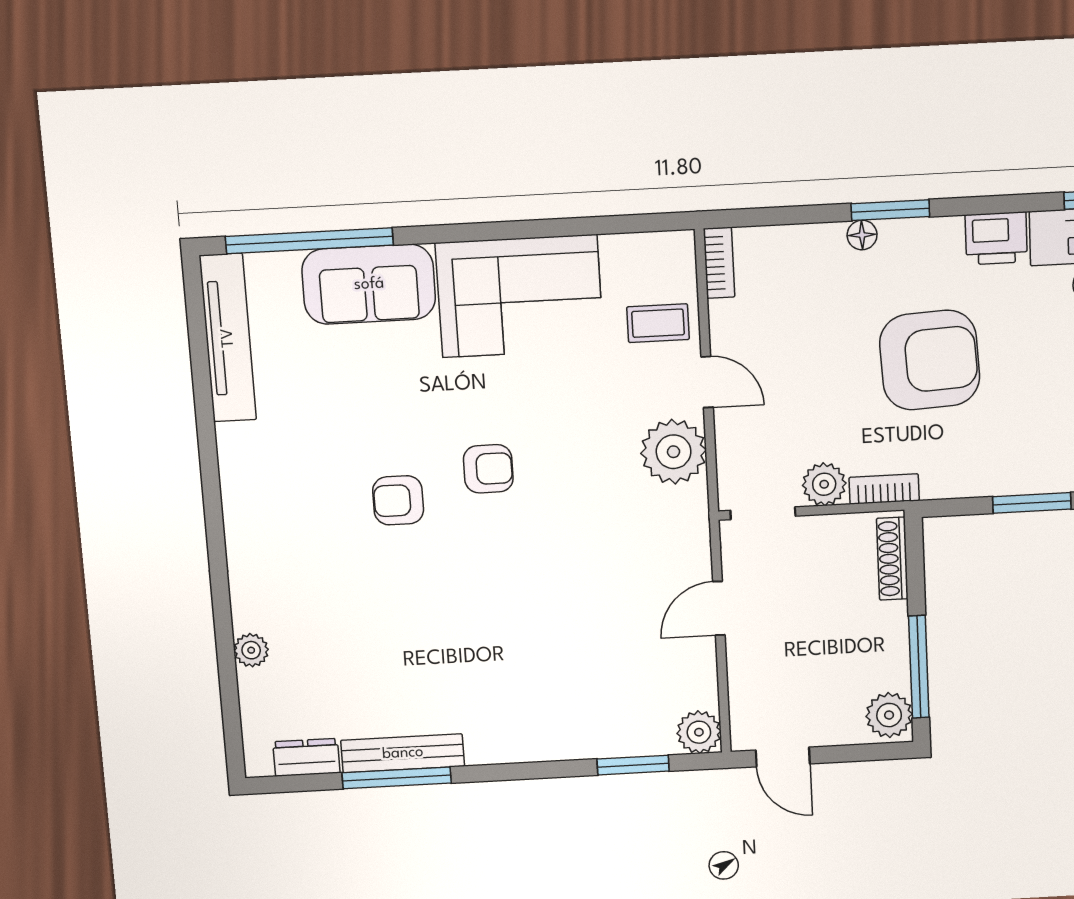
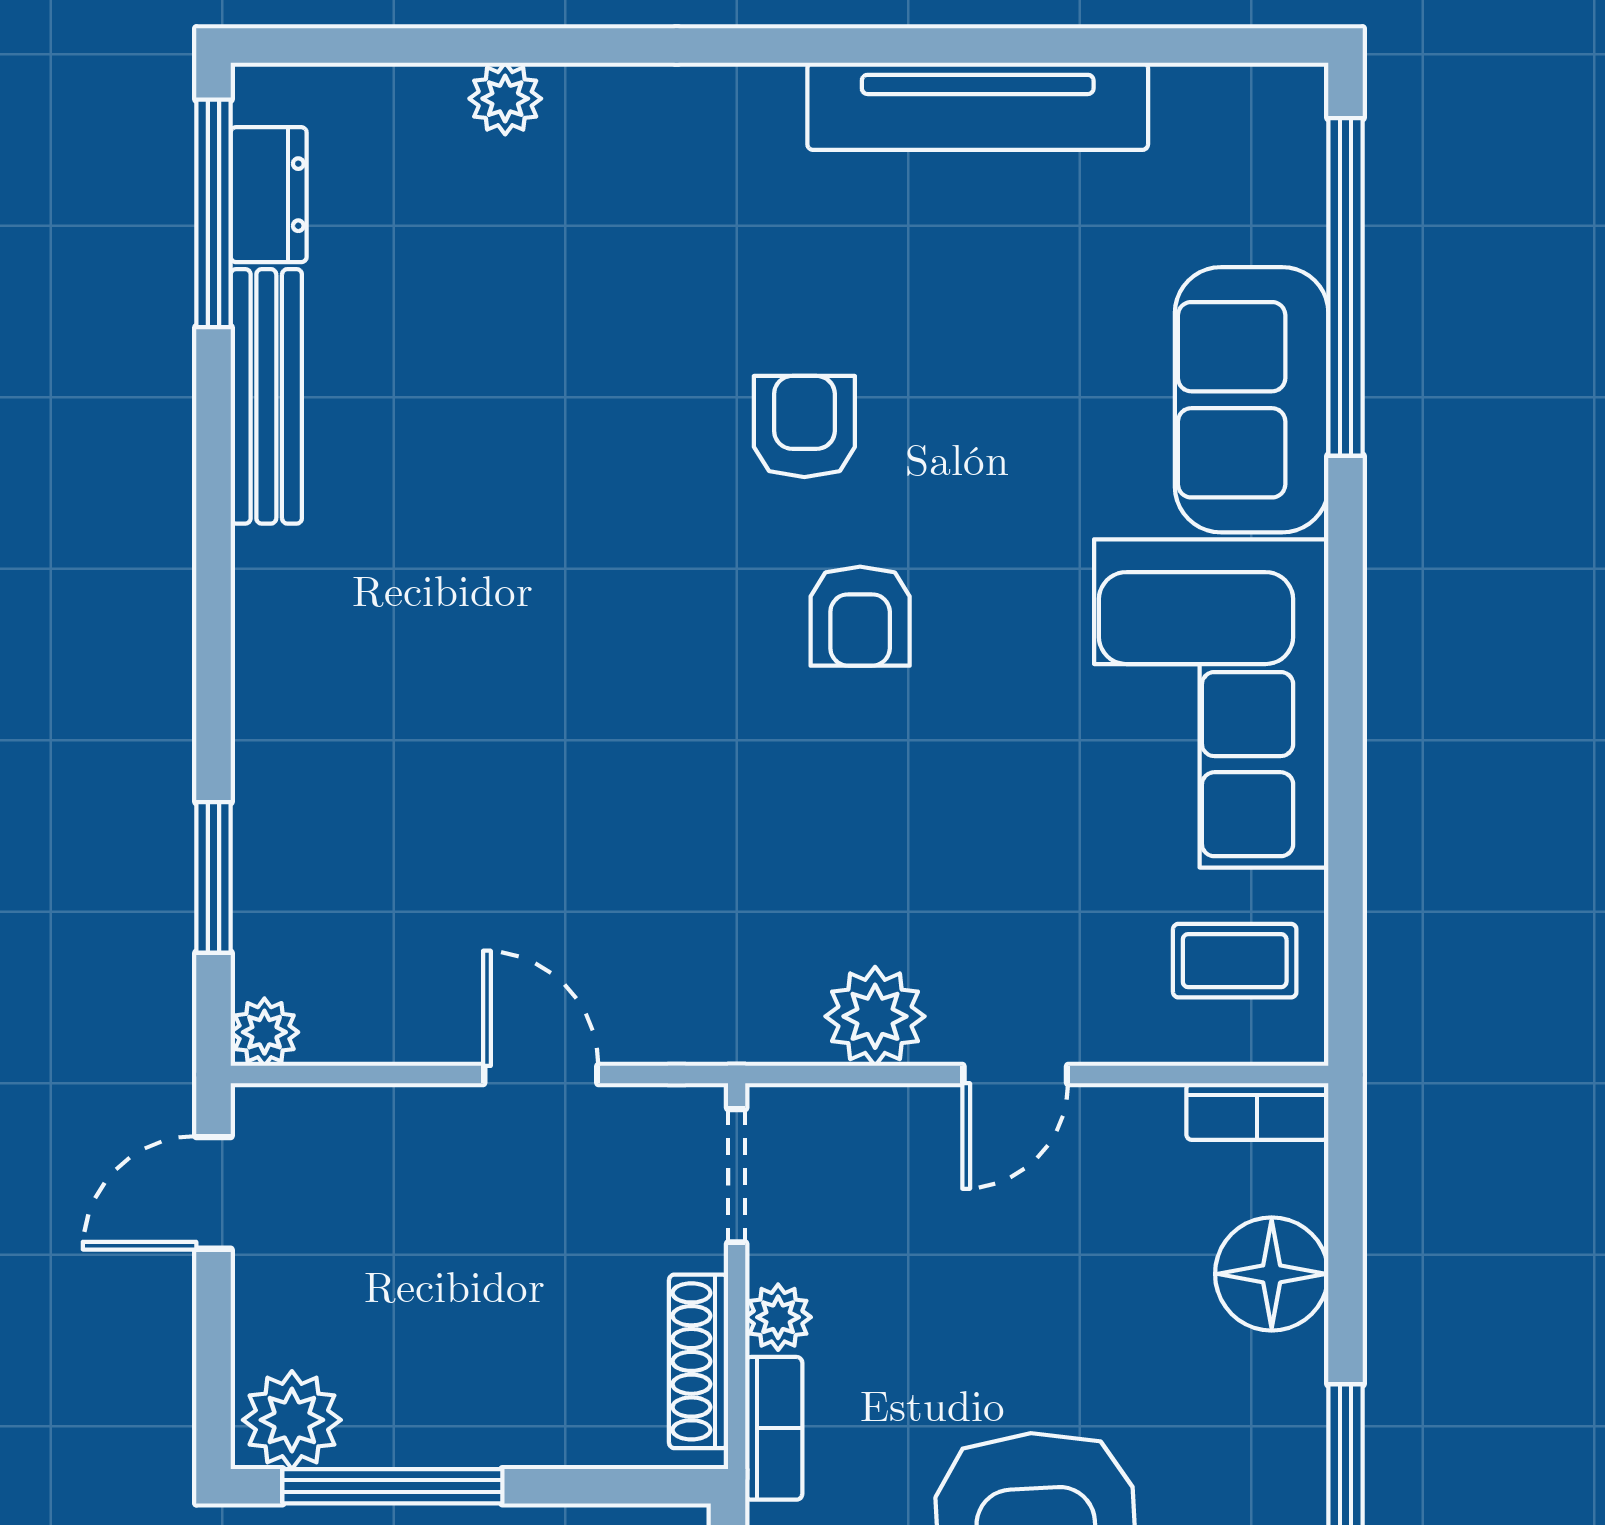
floor lamp: (862, 235) -> (1272, 1274), moved, width x1.89, depth x1.89
coffee table: (658, 323) -> (1235, 961), moved, turned 90
tv unit: (228, 338) -> (978, 106), moved
plant: (674, 452) -> (875, 1016), width x0.73, depth x0.73
plant: (824, 484) -> (778, 1317), width x0.73, depth x0.73
shoe rack: (892, 559) -> (699, 1361), moved, turned -90
plant: (699, 732) -> (264, 1032), width x0.73, depth x0.73
window: (397, 778) -> (213, 213), moved

